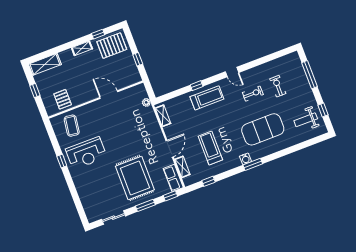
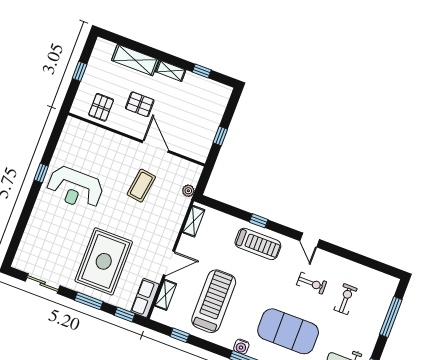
pallet: (112, 46) -> (140, 104), moved, width x0.67, depth x0.71
shelving: (45, 64) -> (135, 60), moved
coffee table: (72, 126) -> (141, 186), moved
treadmill: (210, 148) -> (214, 301), width x1.37, depth x1.38

